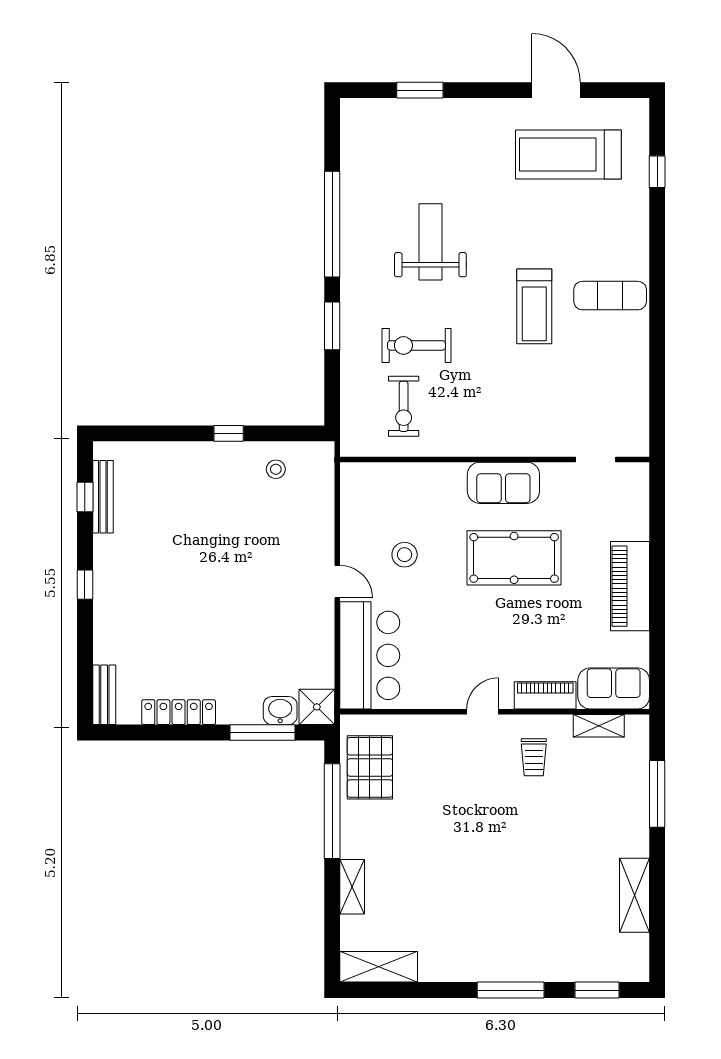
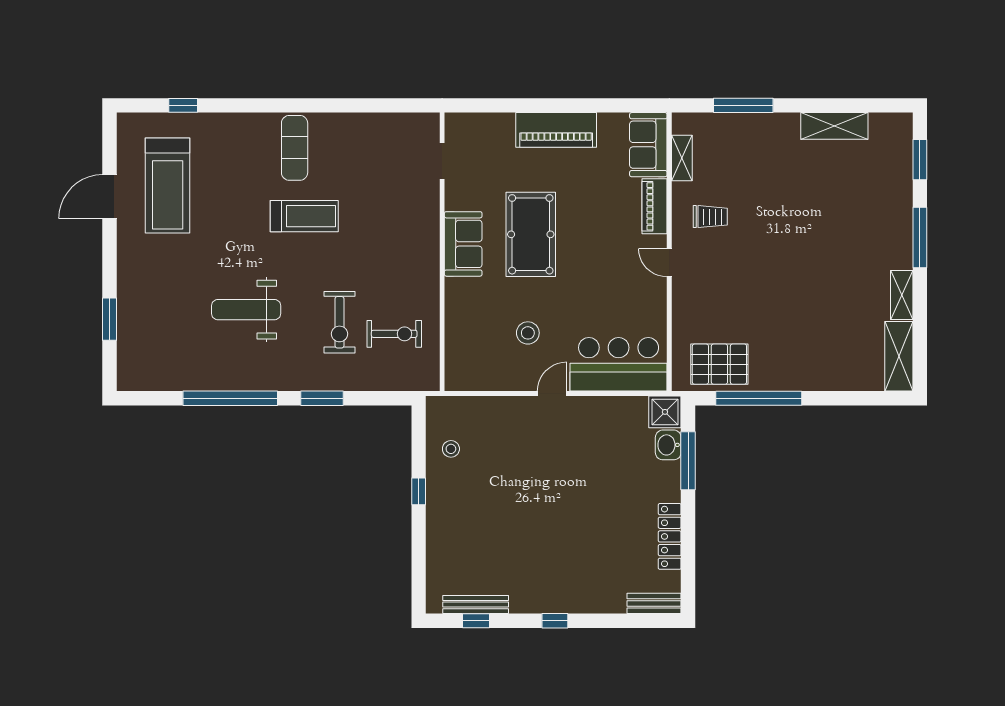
shelving: (352, 887) -> (902, 295), moved, turned 90

